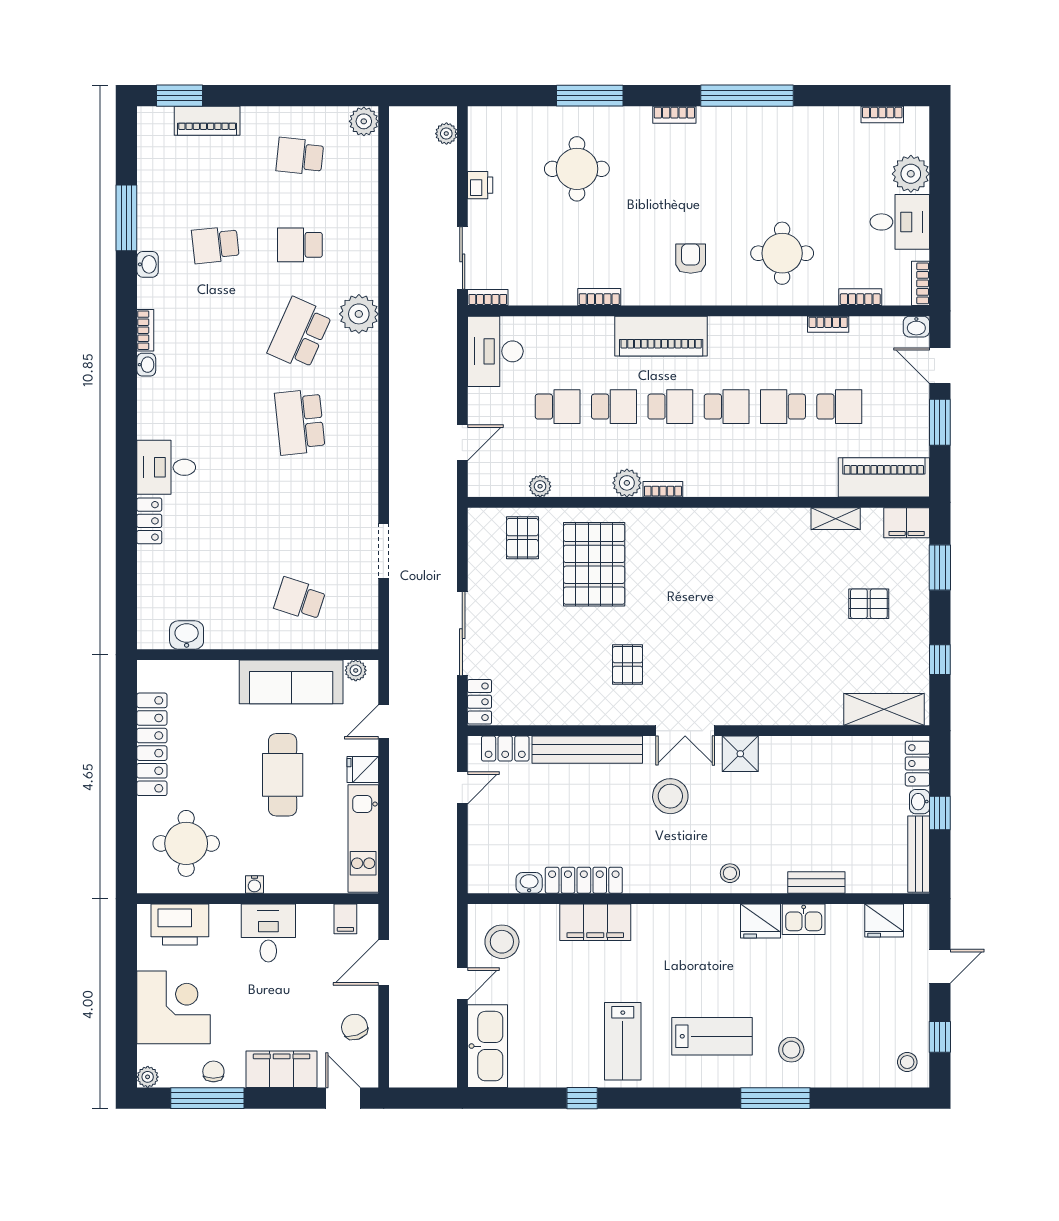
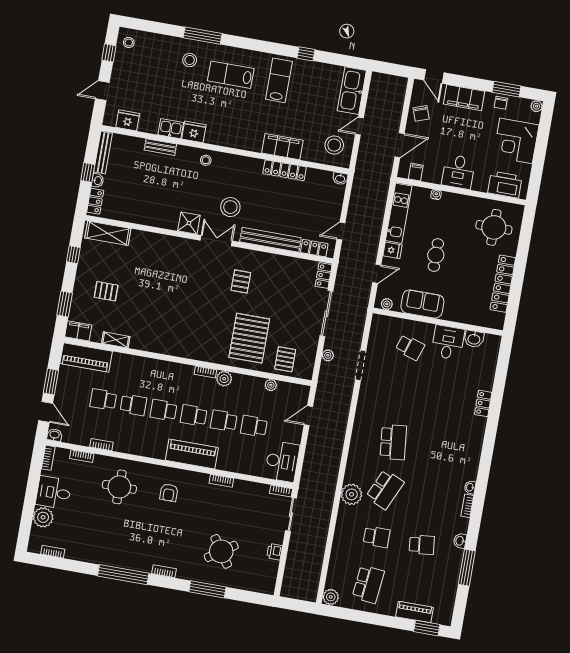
plant: (446, 134) -> (328, 355), moved
school desk: (300, 156) -> (368, 584), width x1.85
round table: (577, 169) -> (221, 551), turned -34
desk: (166, 467) -> (448, 343), moved, turned -90
sofa: (291, 682) -> (422, 304), width x0.73
cafe table: (283, 775) -> (436, 255), width x0.73, depth x0.74
washbasin: (529, 883) -> (340, 179), moved
water cooler: (254, 884) -> (436, 195), moved
window: (207, 1098) -> (507, 89), width x0.69

